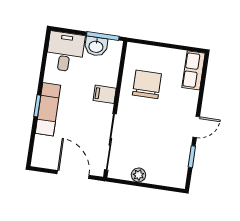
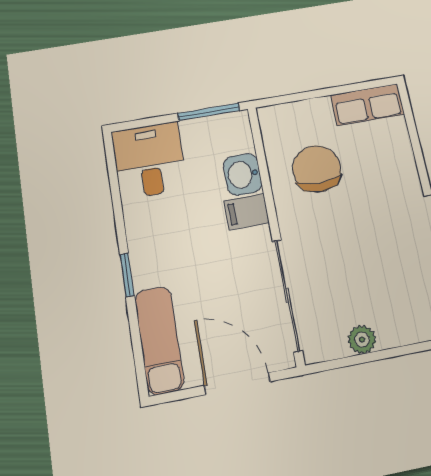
washbasin: (96, 46) -> (243, 174), moved, turned 90
row of seats: (193, 70) -> (367, 105), moved, turned -90
exam couch: (48, 109) -> (159, 340), moved

